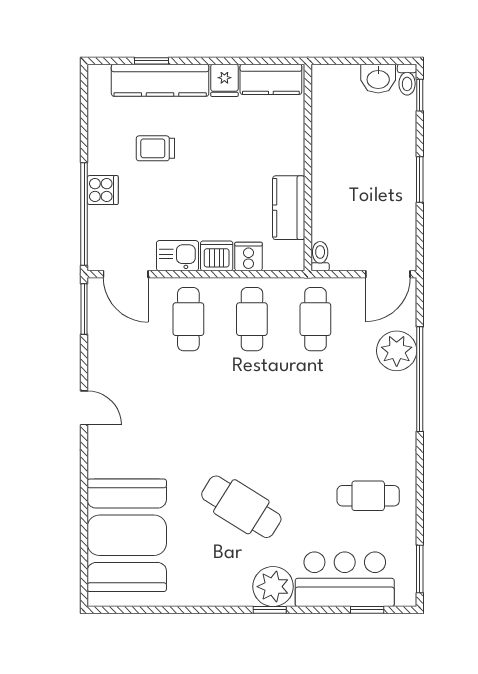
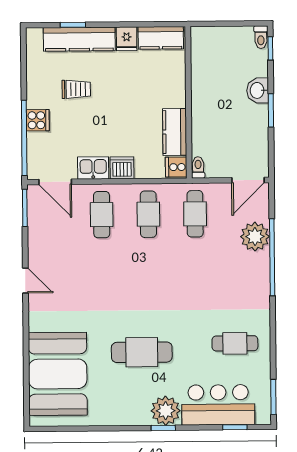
washbasin: (378, 79) -> (258, 90), moved, turned 90
trolley: (155, 148) -> (76, 89), turned 180
cooker: (249, 256) -> (176, 167), moved, turned -90
cafe table: (241, 507) -> (142, 352), turned -32

